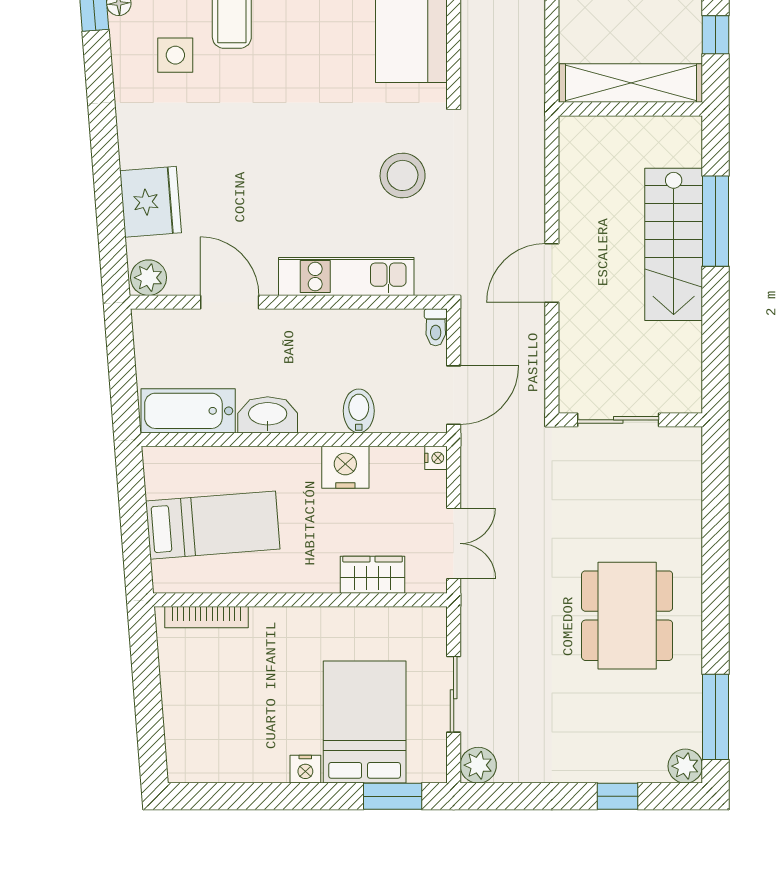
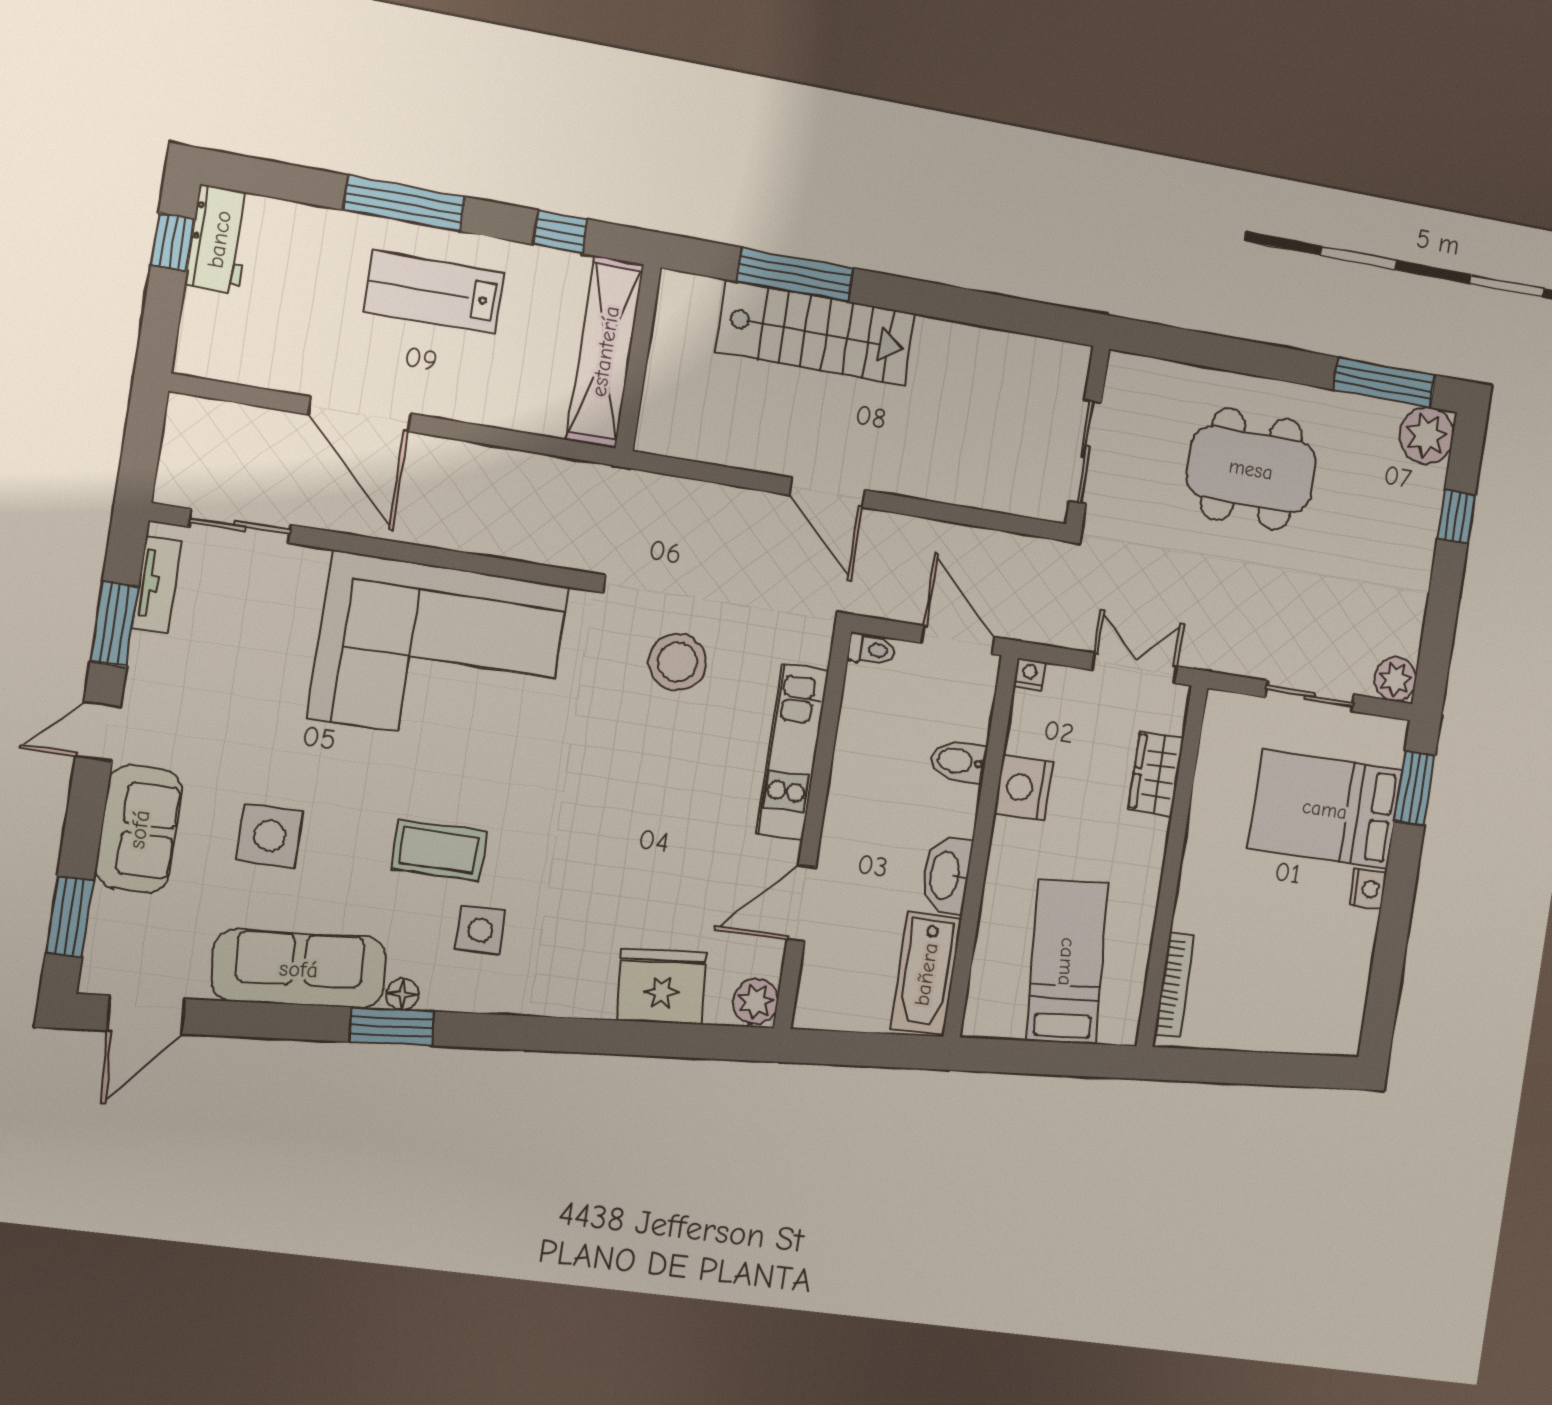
sliding door: (618, 420) -> (1085, 452), moved
wall: (630, 420) -> (1088, 436), moved
plant: (685, 766) -> (1426, 435), width x1.36, depth x1.36

